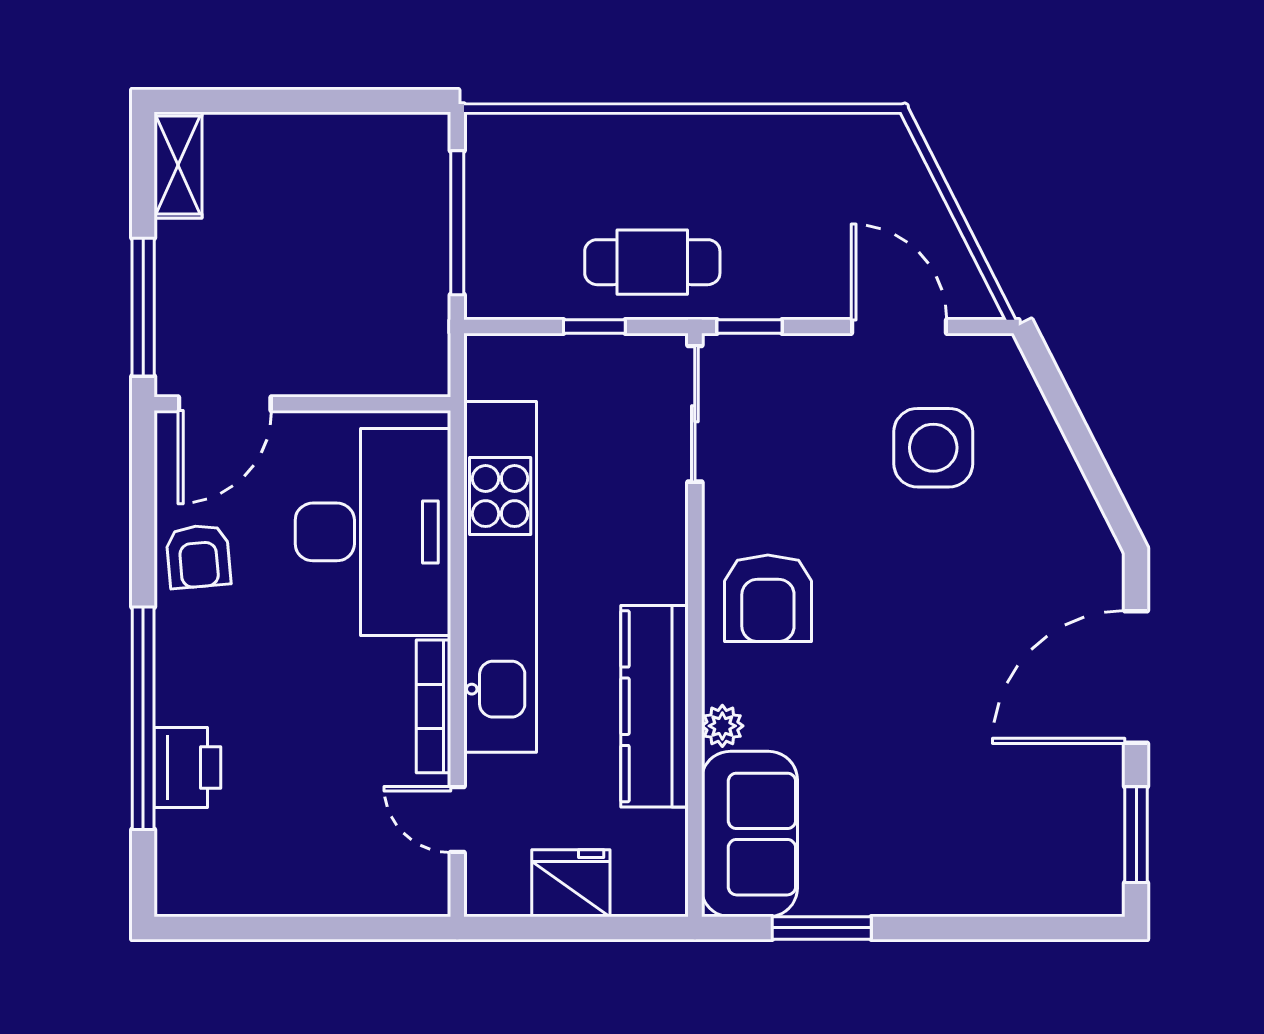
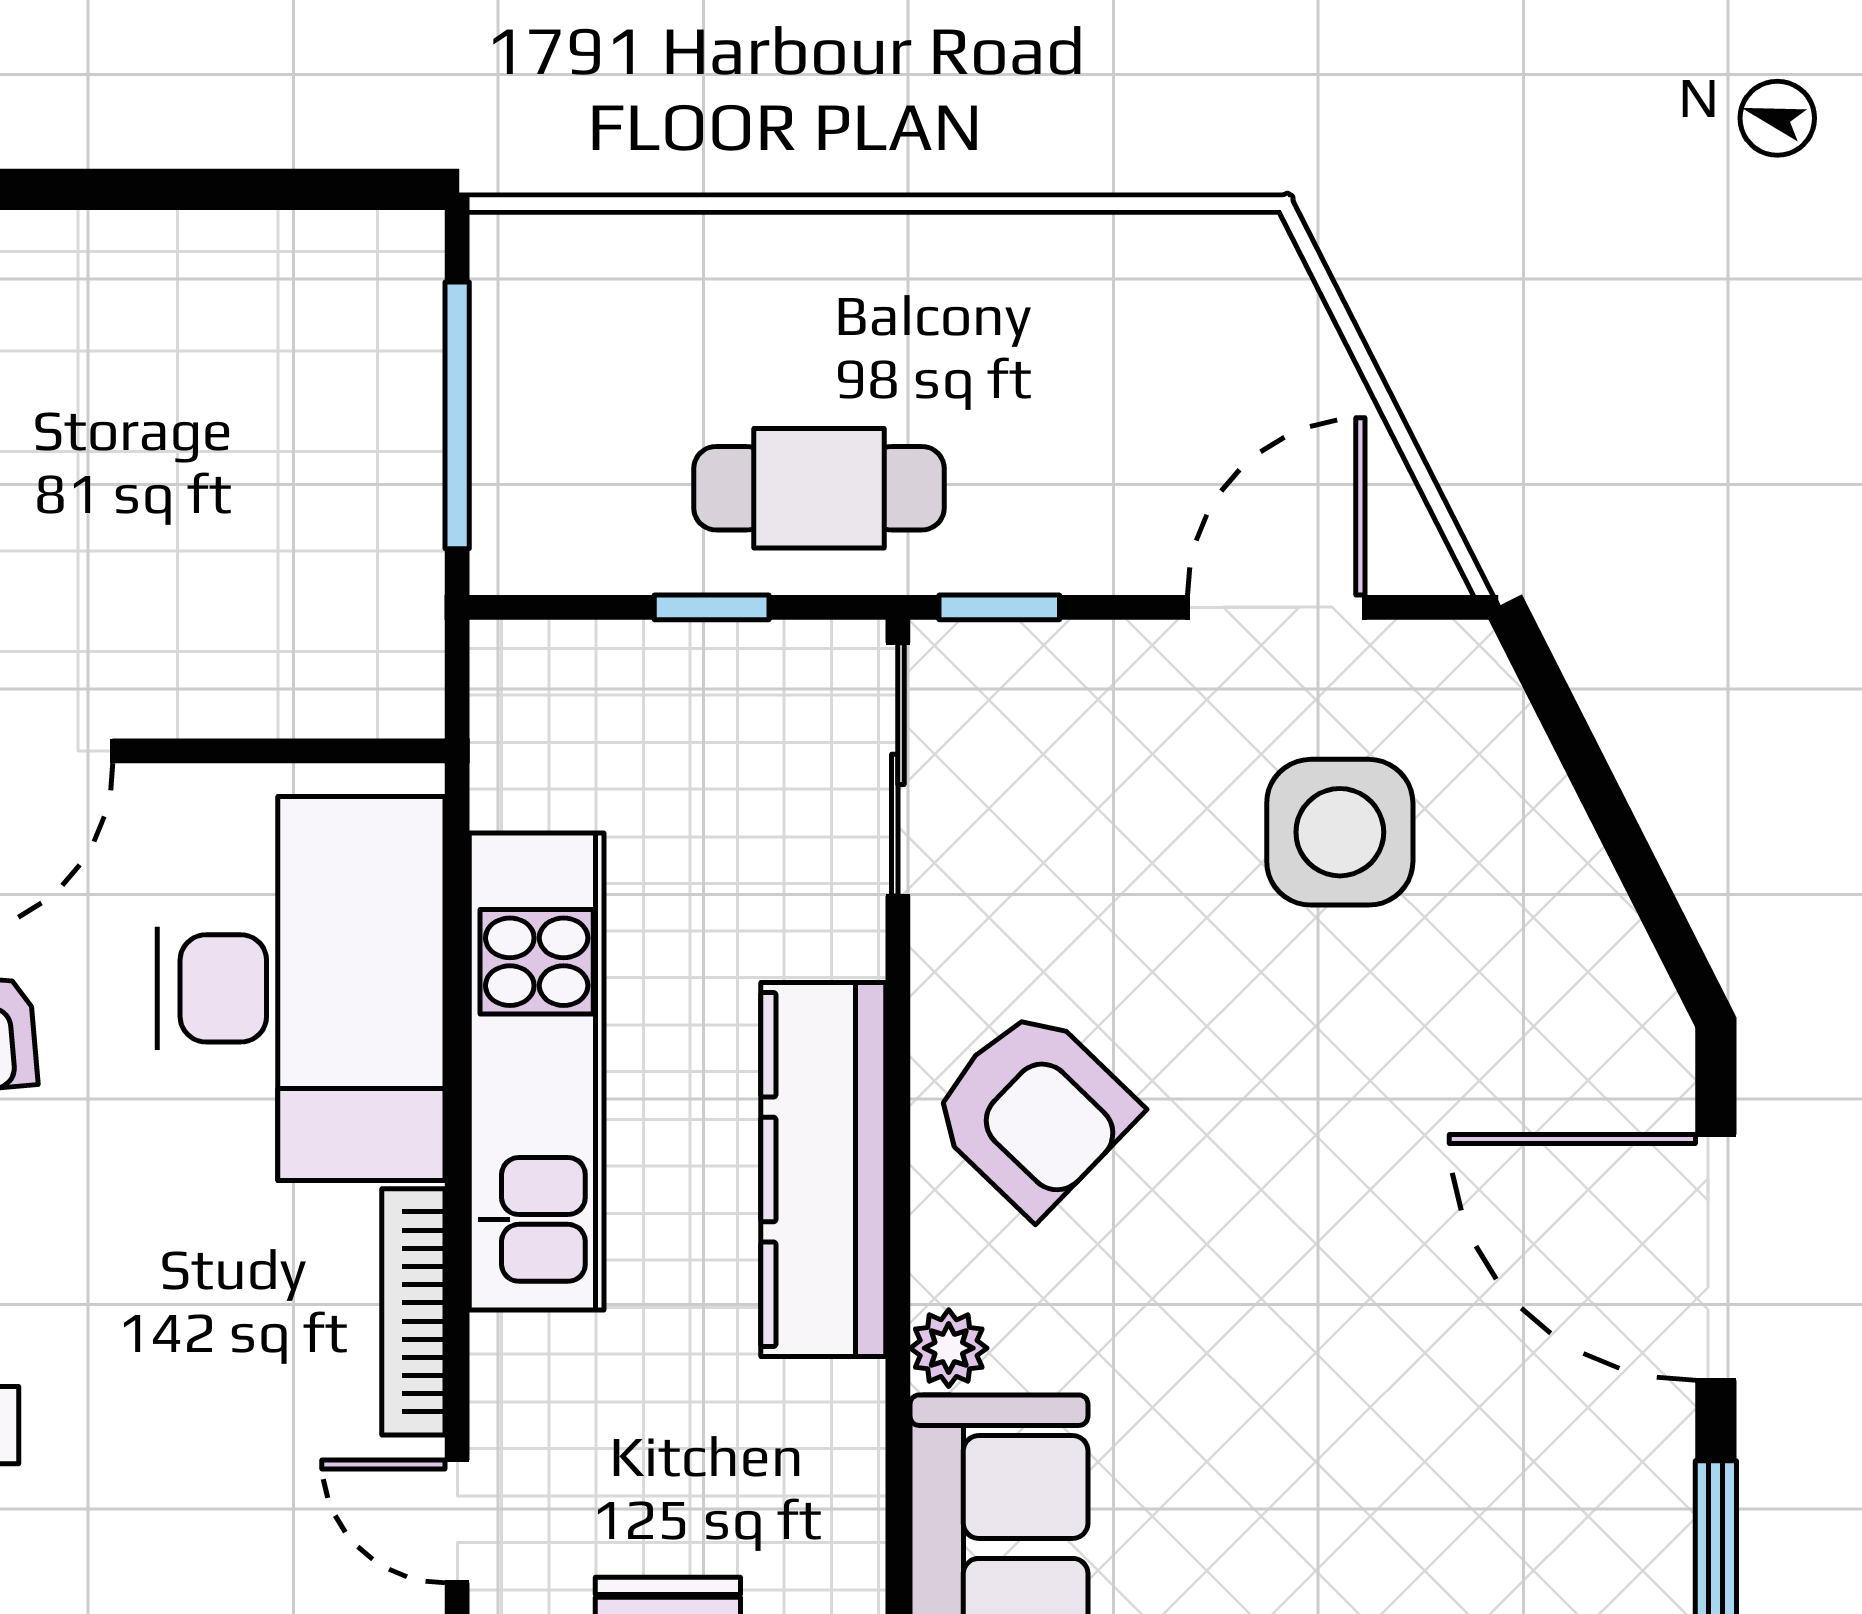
door: (899, 326) -> (1276, 607), hinge flipped
kitchen unit: (500, 577) -> (537, 1071), width x0.73
armchair: (768, 598) -> (1033, 1111), turned -46
door: (1136, 677) -> (1716, 1257), hinge flipped
kitchen counter: (655, 706) -> (823, 1170), moved

